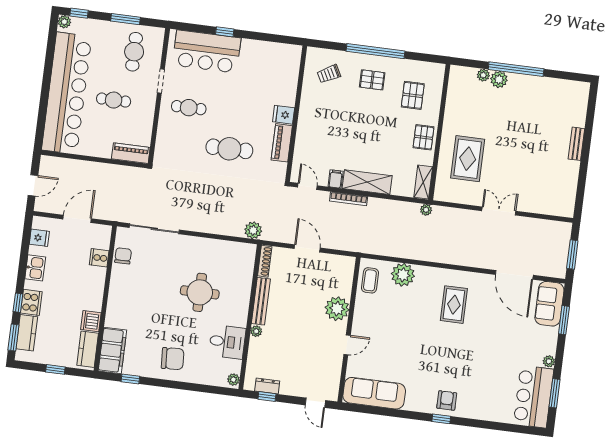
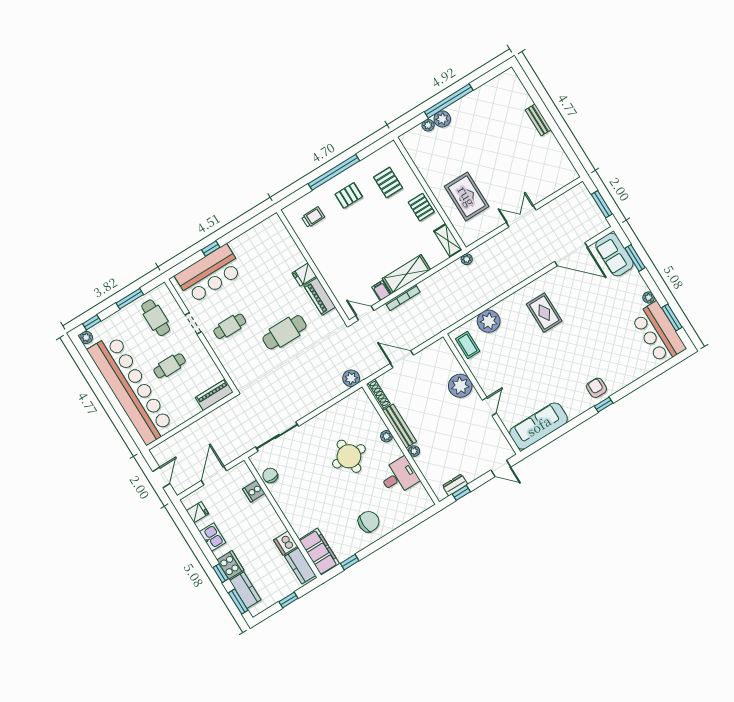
trolley: (329, 74) -> (313, 217), turned -153
plant: (233, 380) -> (386, 436), moved

